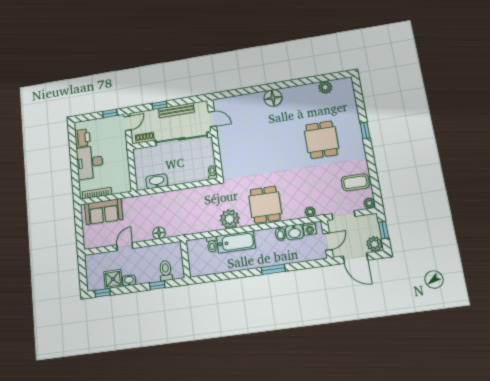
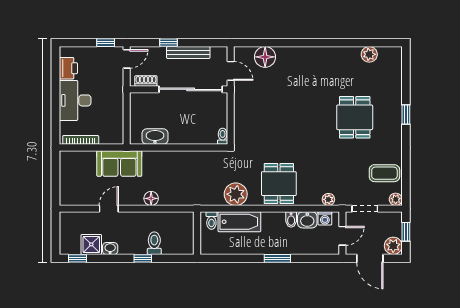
floor lamp: (273, 98) -> (265, 57), moved
sofa: (104, 212) -> (119, 163), moved
wall: (185, 259) -> (197, 233), moved

